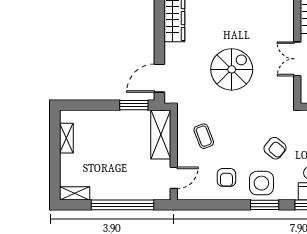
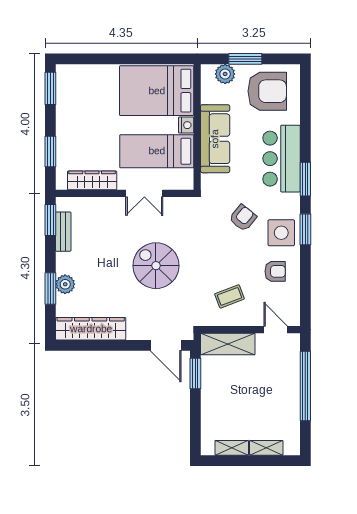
shelving: (75, 193) -> (266, 448), moved, turned 90

